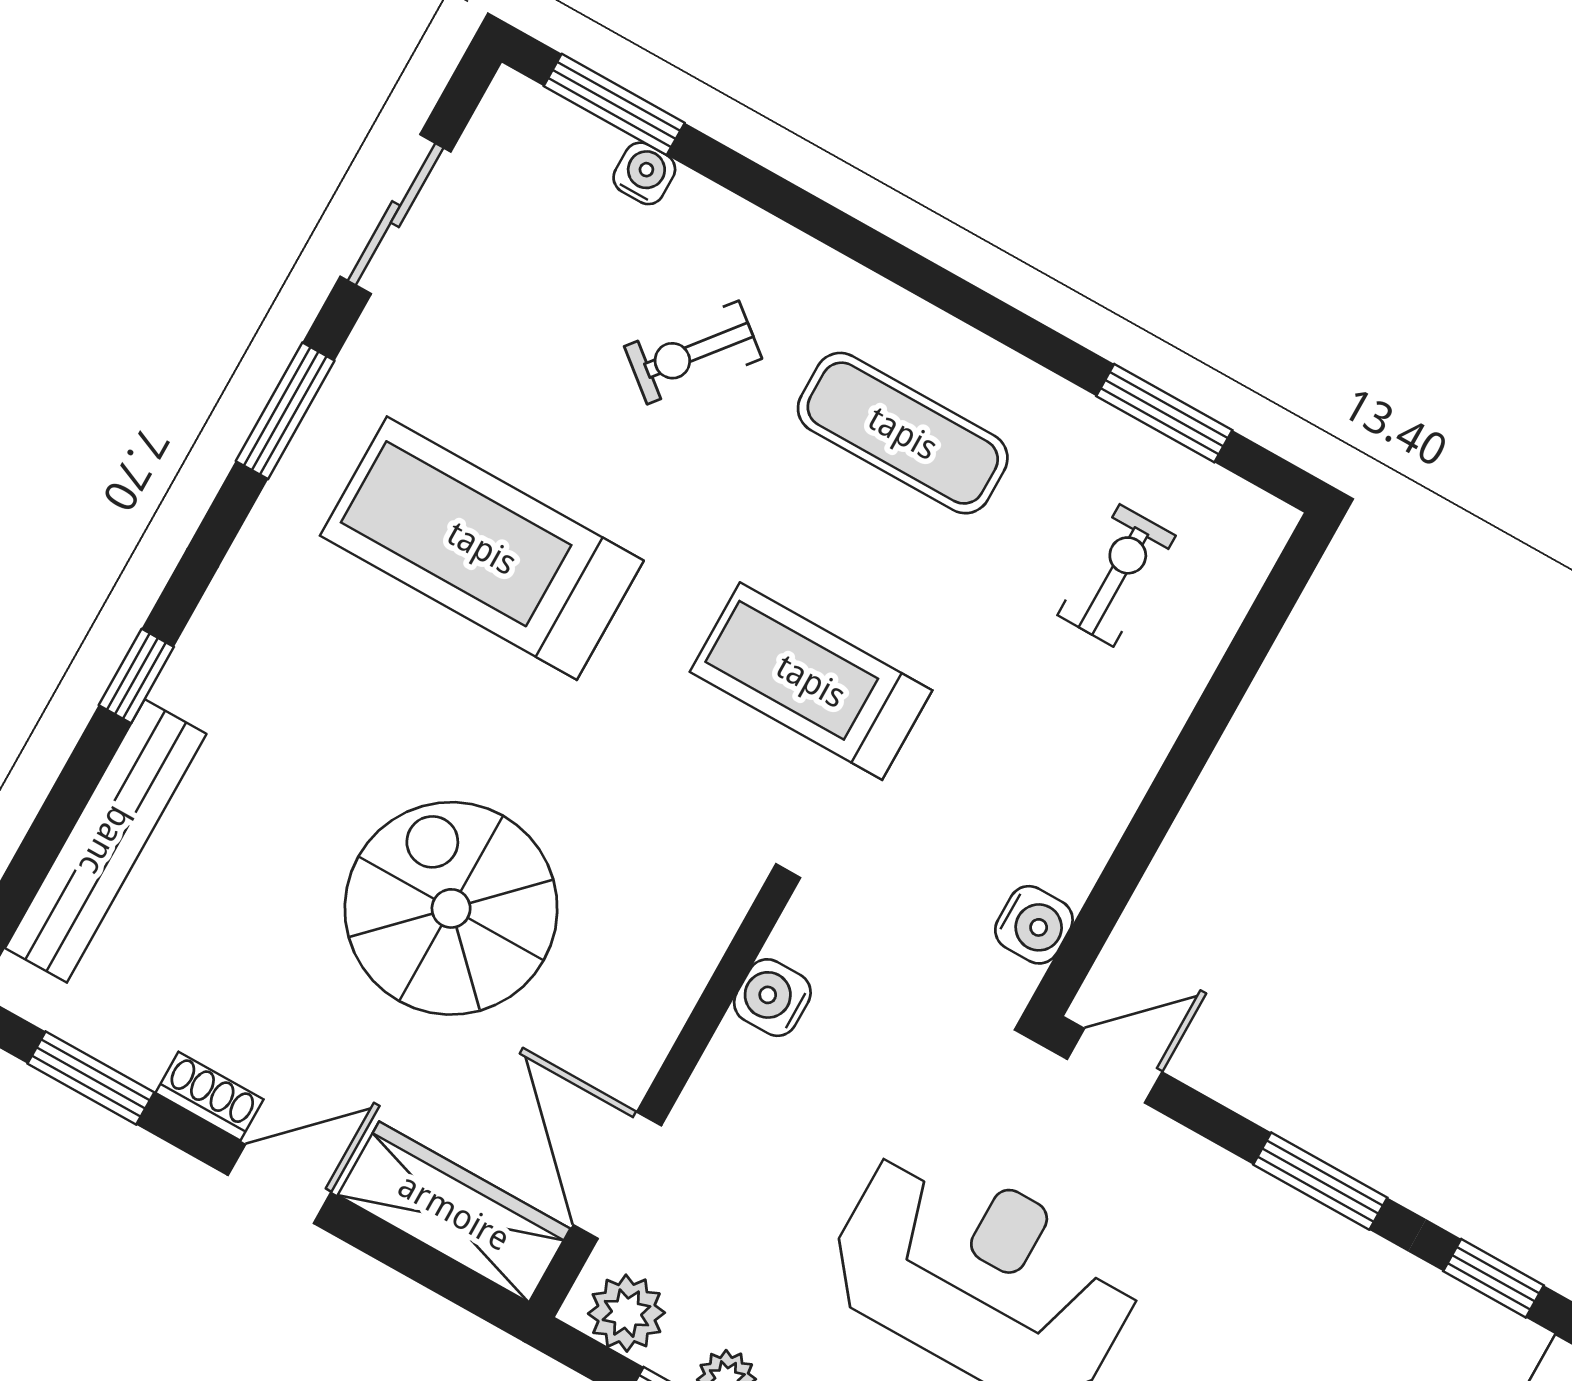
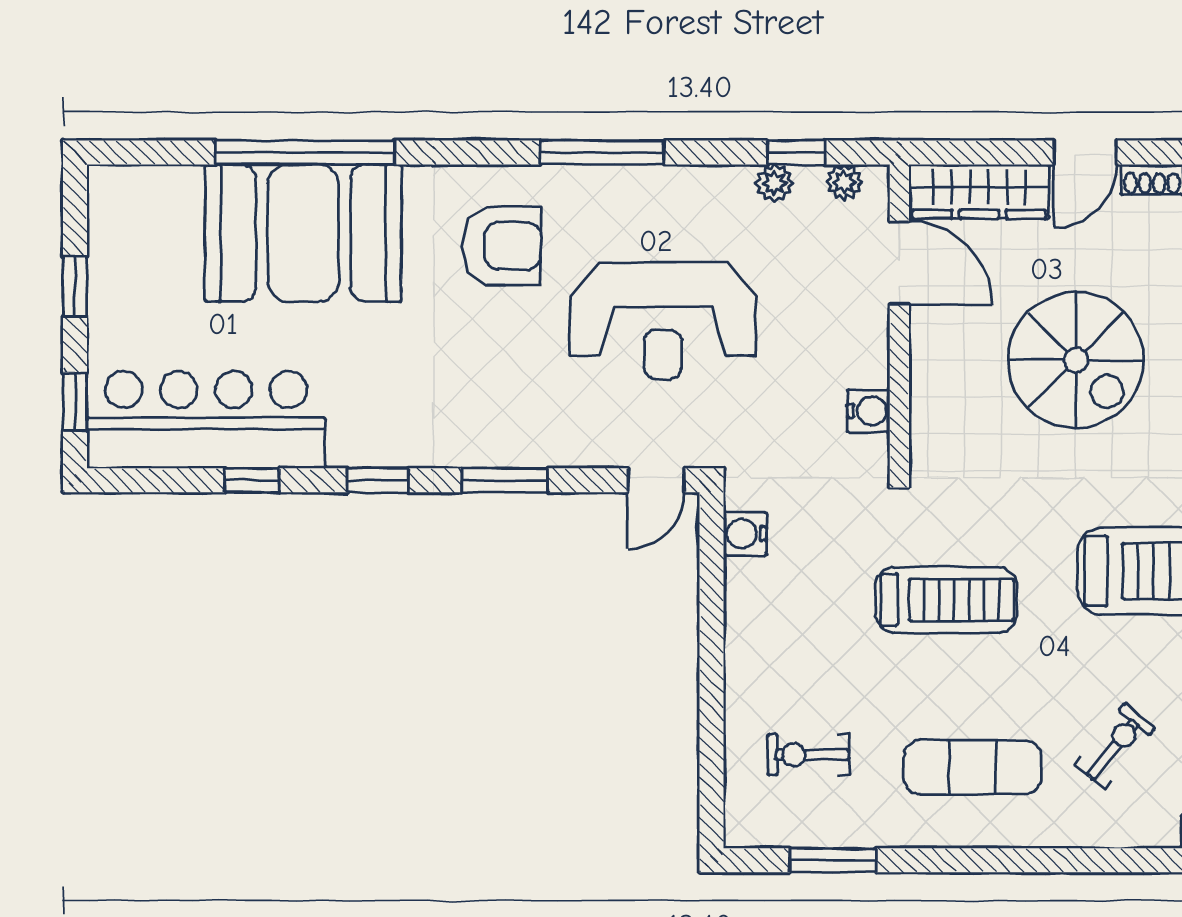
exercise bike: (1117, 575) -> (808, 755), turned 90
plant: (626, 1313) -> (844, 182), width x0.73, depth x0.73

